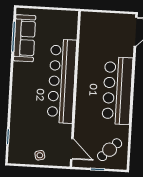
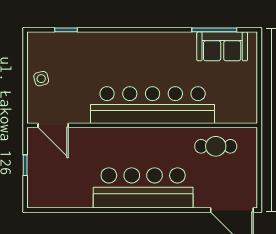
sofa: (25, 38) -> (222, 46), width x0.73
door: (72, 149) -> (53, 125), hinge flipped
cafe table: (110, 150) -> (216, 146), moved, turned -46

